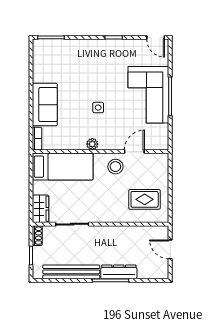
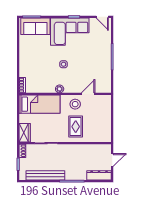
corner sofa: (148, 95) -> (70, 32), moved, turned -90
sofa: (45, 105) -> (35, 26), moved, turned 90
rug: (145, 199) -> (76, 127), moved, turned 90
door: (170, 249) -> (112, 160), swing flipped
dresser: (119, 272) -> (99, 175), moved

